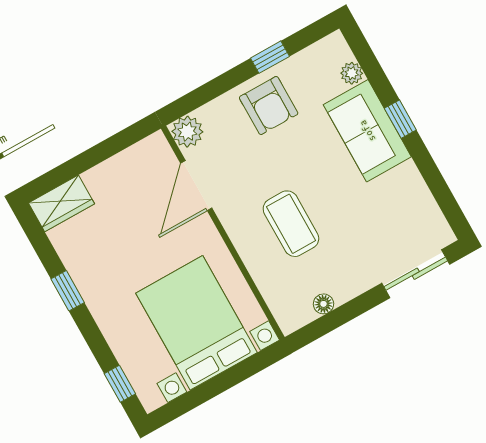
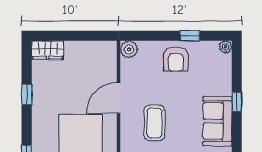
plant: (352, 73) -> (226, 47), moved
sofa: (367, 131) -> (217, 121), moved
door: (196, 186) -> (119, 98), moved

